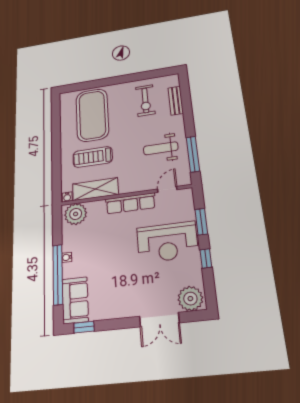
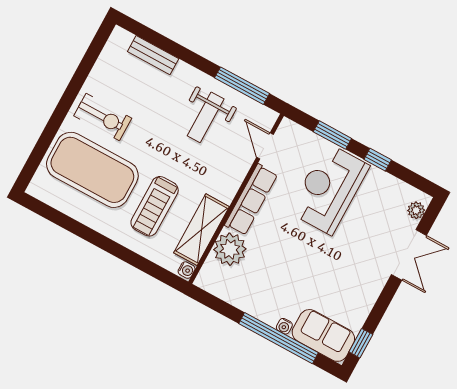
exercise bike: (145, 100) -> (103, 117), moved
plant: (76, 214) -> (230, 249), moved
reception desk: (167, 242) -> (329, 189), turned 180
water cooler: (67, 257) -> (284, 326), moved
plant: (190, 299) -> (416, 210), width x0.53, depth x0.53

